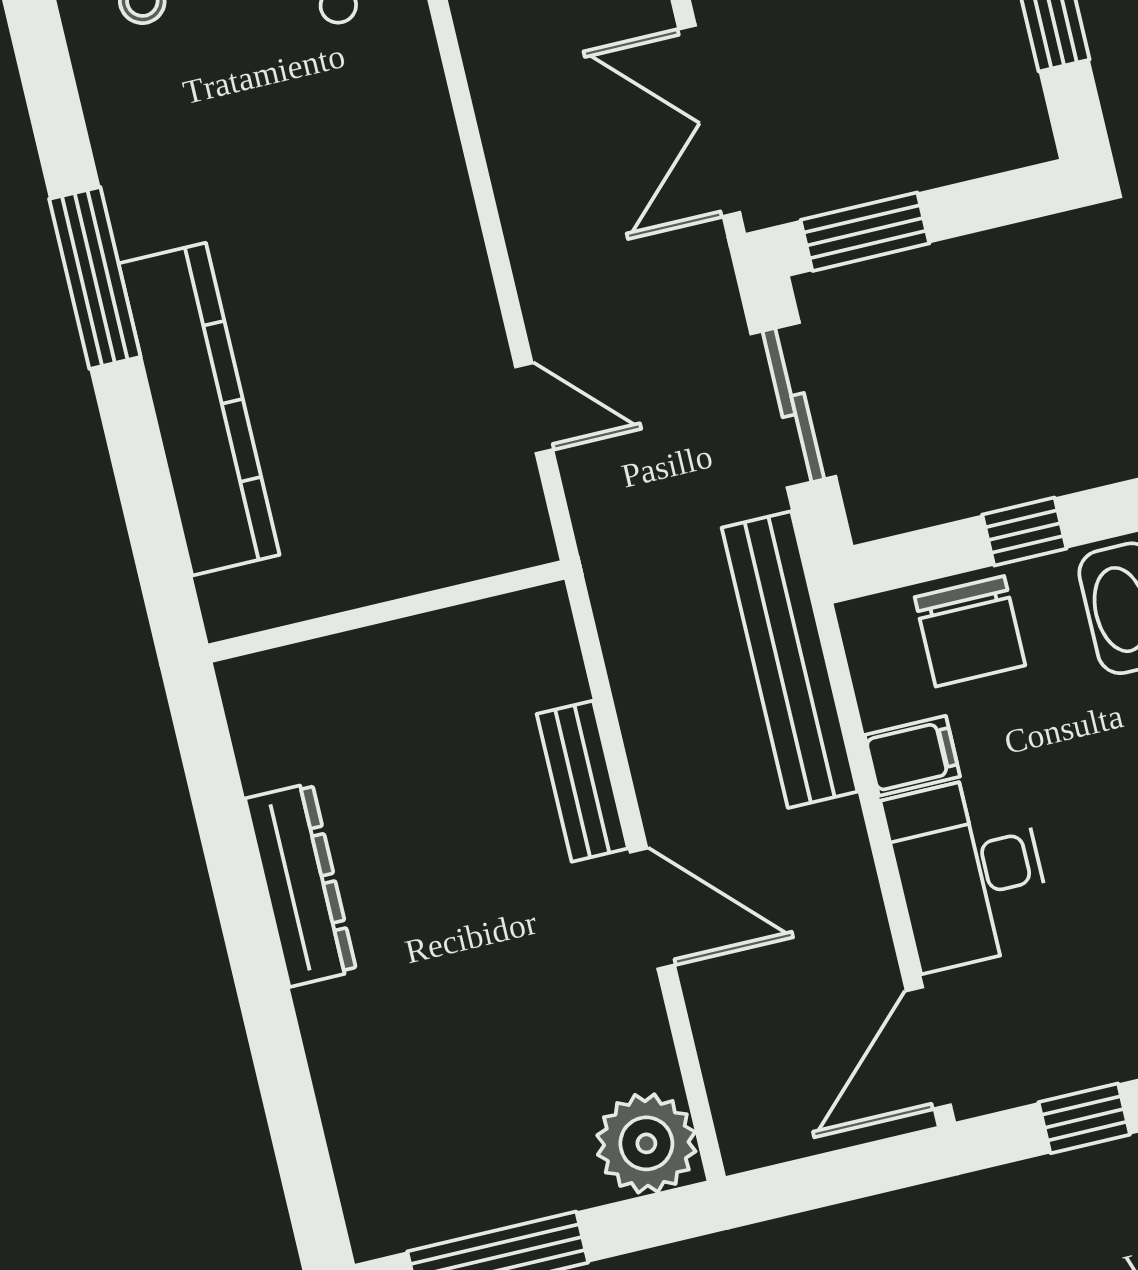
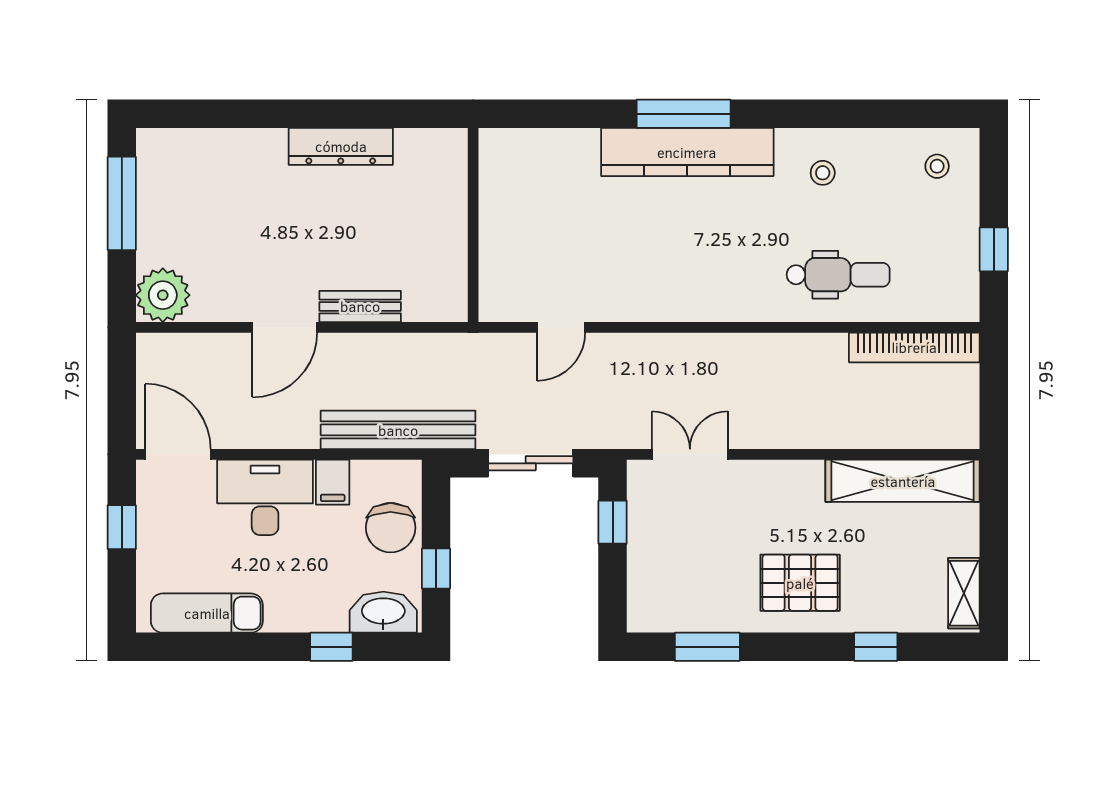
double door: (709, 121) -> (690, 454), width x0.73
window: (865, 232) -> (613, 522), width x0.67
kitchen counter: (199, 409) -> (687, 152), moved
chair: (970, 631) -> (391, 528), turned -90

